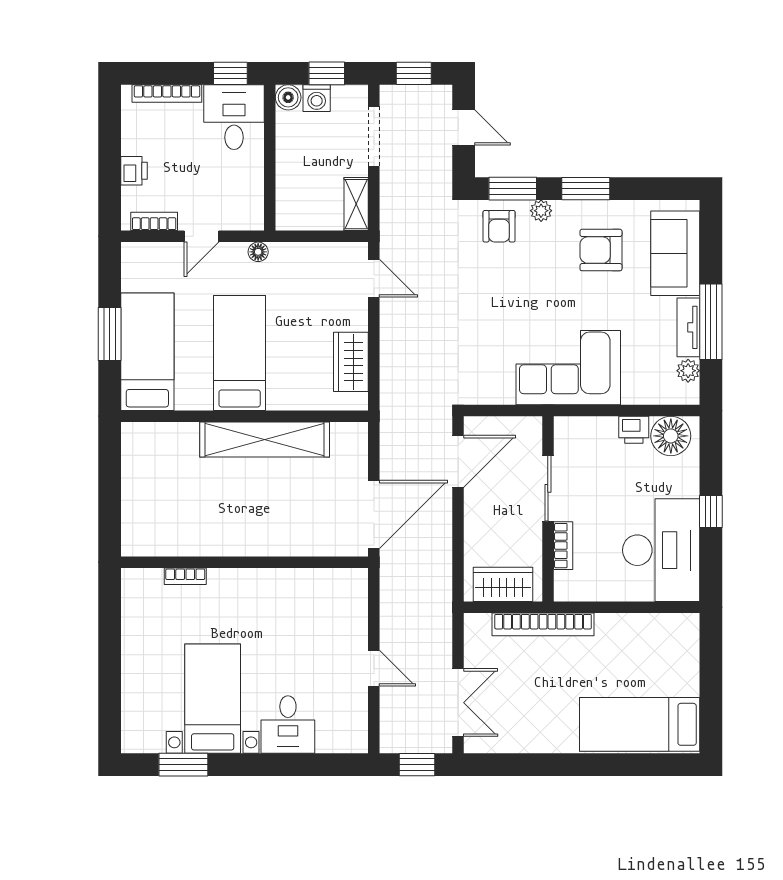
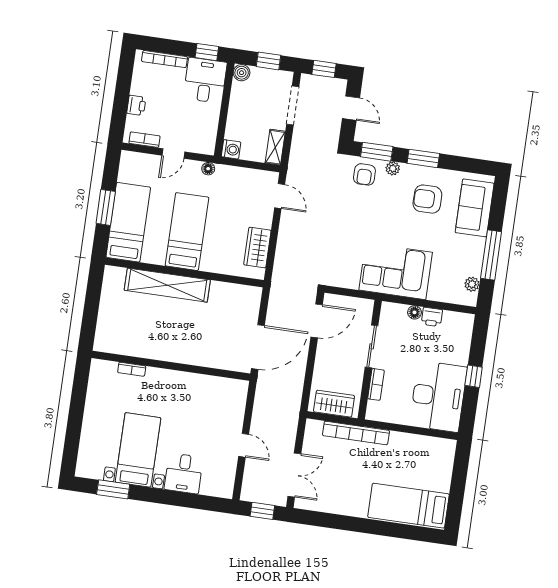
washing machine: (317, 98) -> (231, 149), moved, turned -90
tv unit: (688, 327) -> (476, 256), removed
floor lamp: (671, 436) -> (414, 312), moved, width x0.53, depth x0.53
shelving: (265, 439) -> (167, 285), moved

